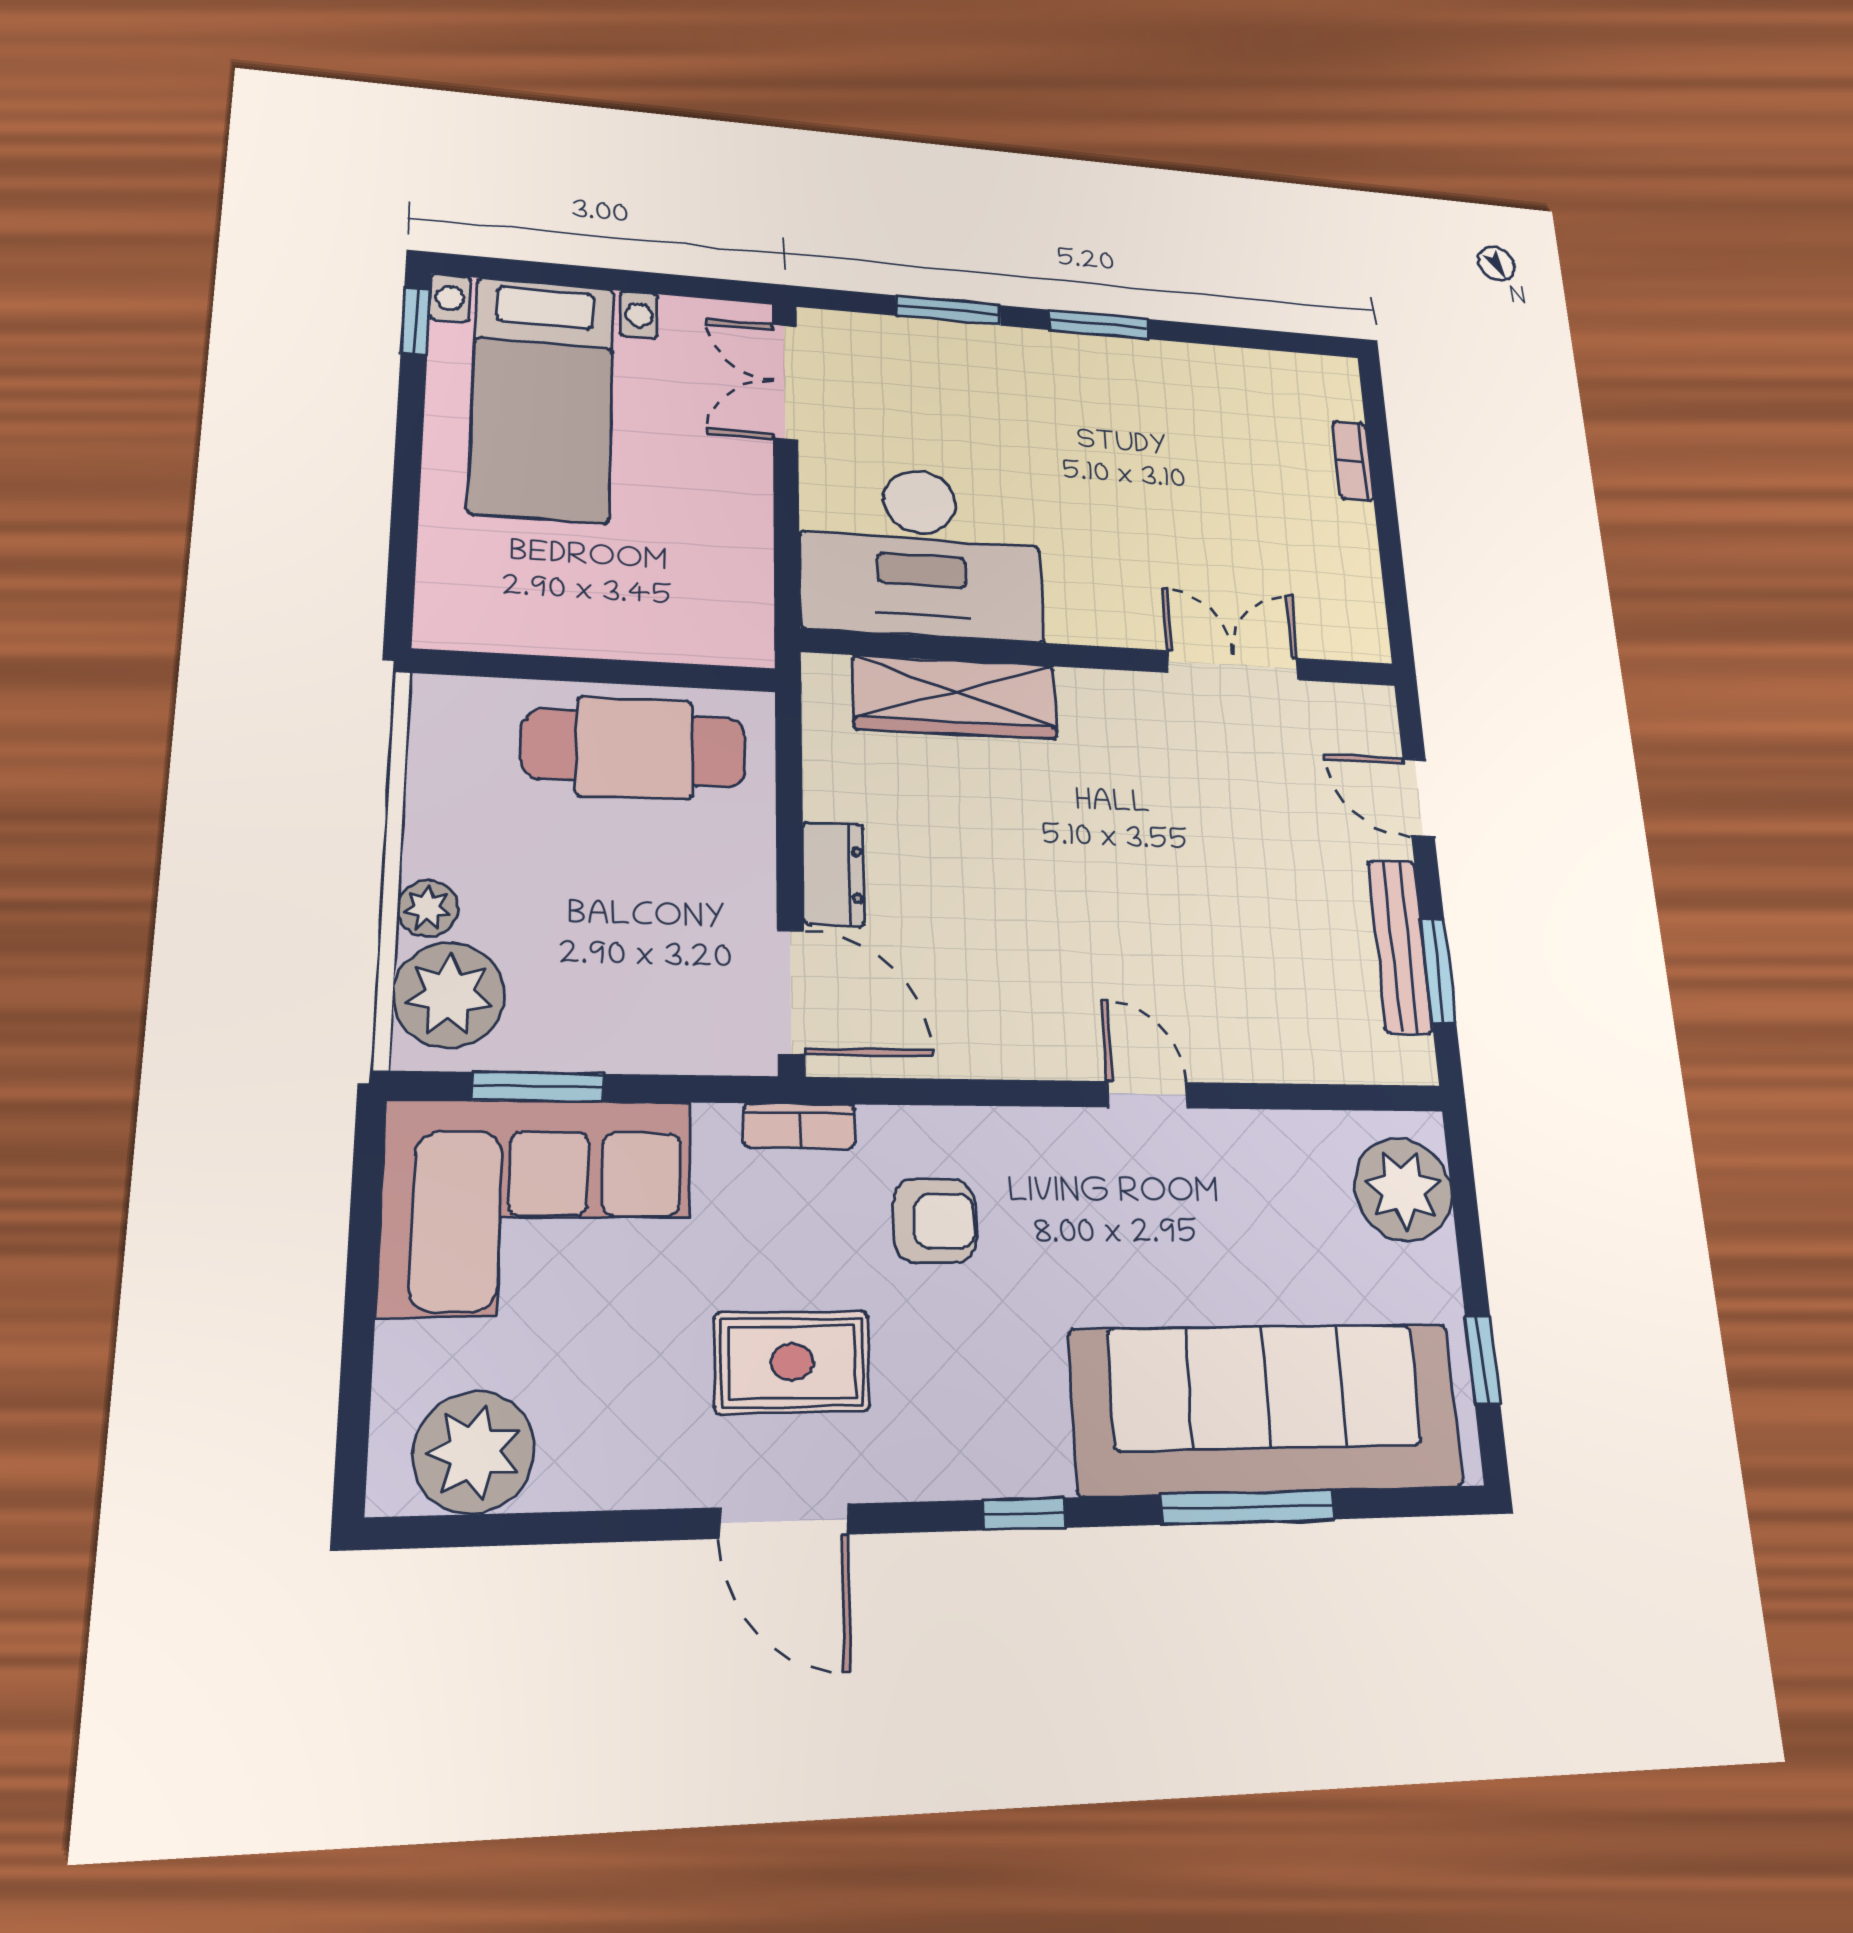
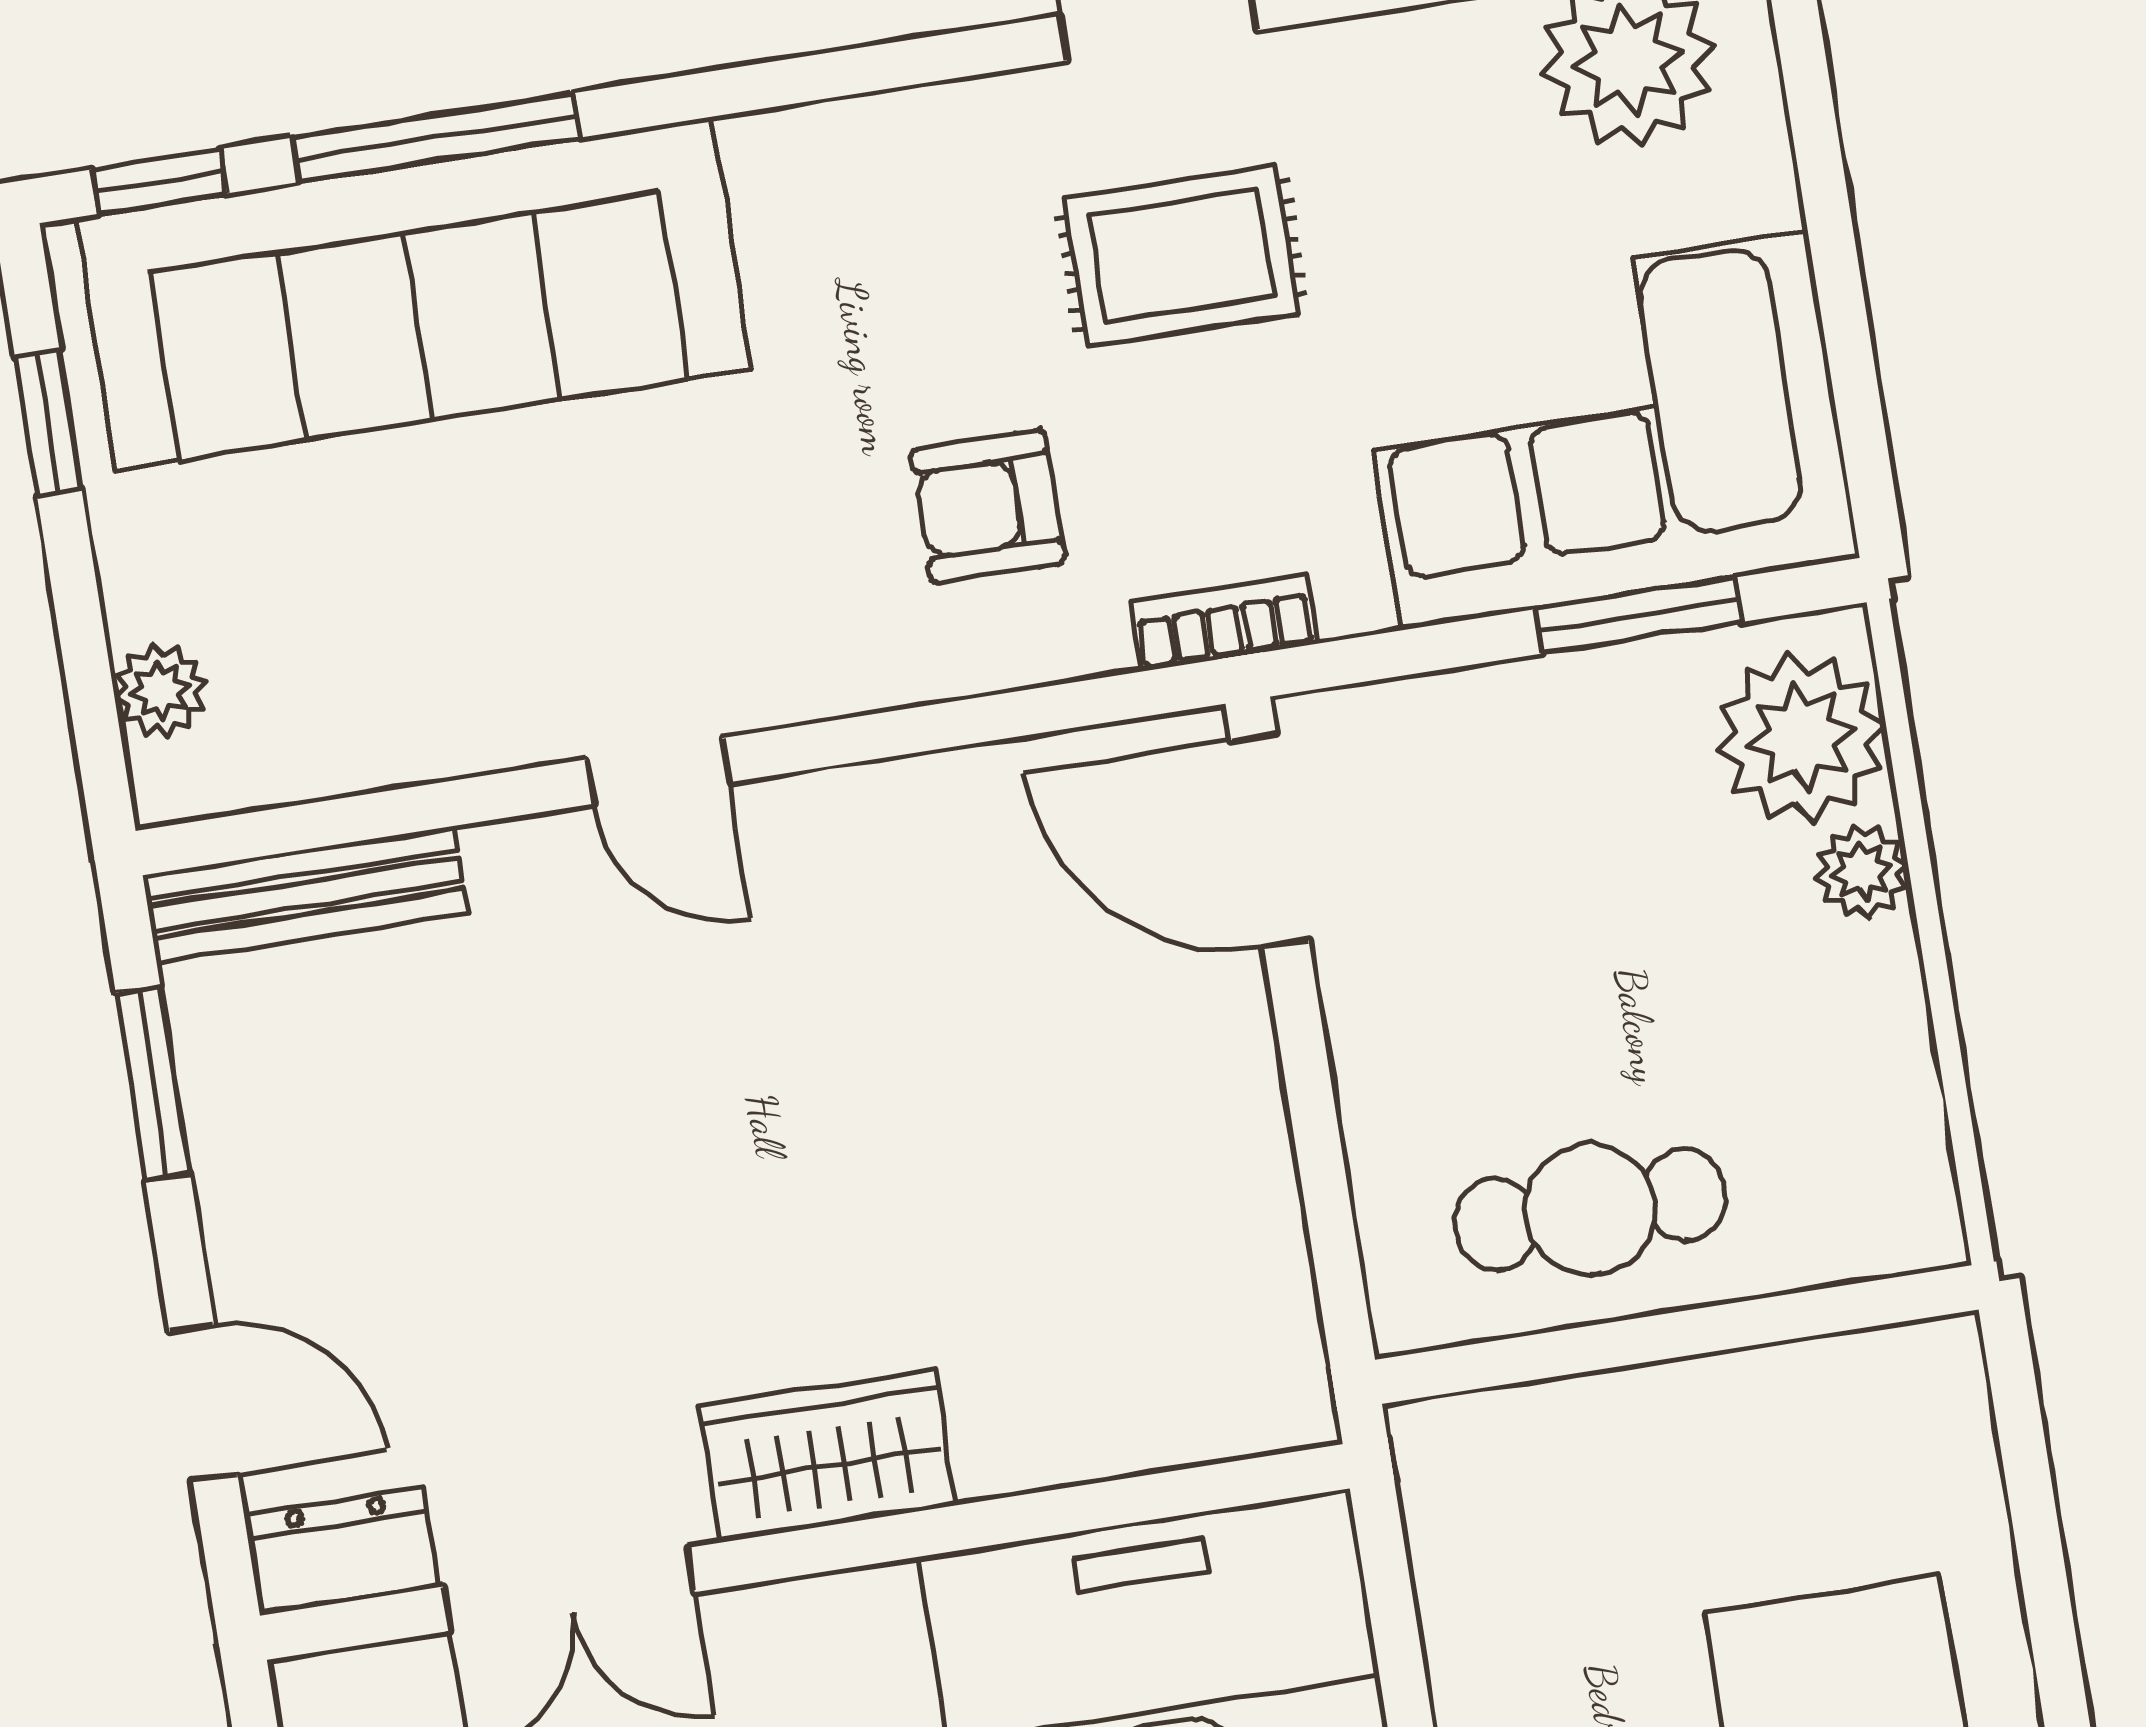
wardrobe: (955, 697) -> (827, 1456), moved, width x0.67
cafe table: (634, 748) -> (1590, 1210), width x0.73, depth x0.74
dresser: (834, 874) -> (341, 1551), moved, turned 90
bench: (1400, 946) -> (305, 894), moved, turned 90
plant: (1403, 1190) -> (160, 691), width x0.53, depth x0.53
window: (1024, 1514) -> (160, 181), moved

